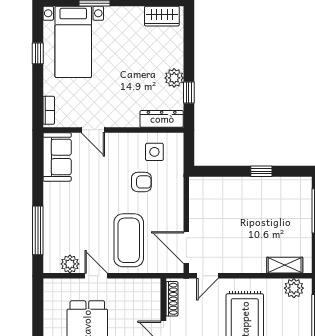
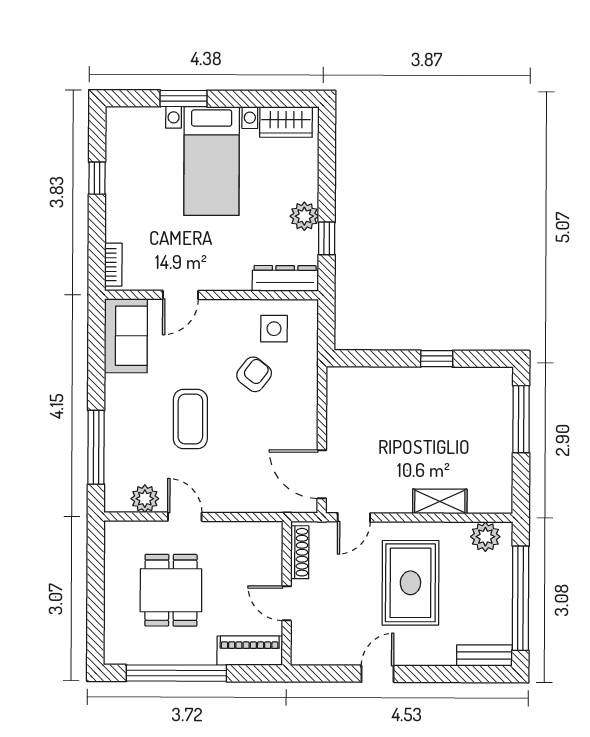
bed with nightstands: (73, 42) -> (212, 161), moved
door: (93, 130) -> (180, 295), hinge flipped
armchair: (141, 182) -> (254, 374), turned -52
coffee table: (129, 240) -> (190, 419), moved, width x0.73, depth x0.76
shelving: (285, 265) -> (440, 501), moved

